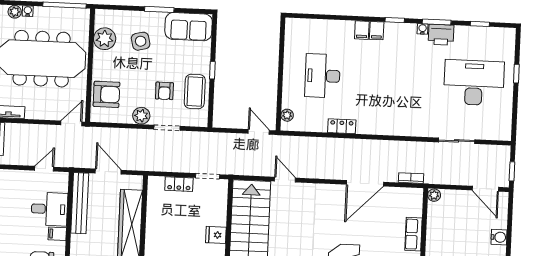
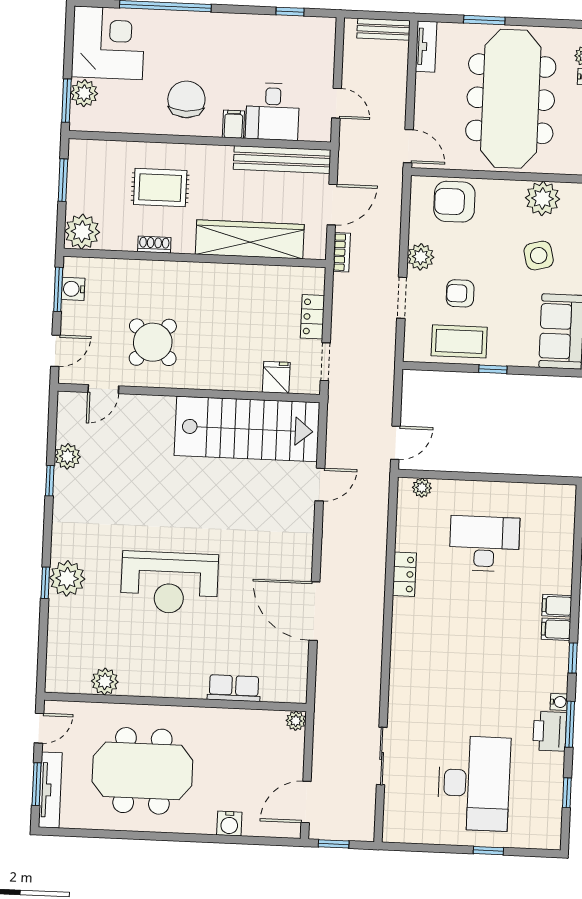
armchair: (107, 94) -> (454, 202), turned 90
bookcase: (411, 178) -> (342, 252), moved
fridge: (216, 235) -> (276, 377), moved

